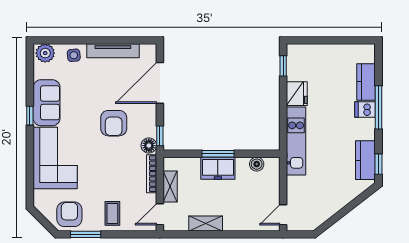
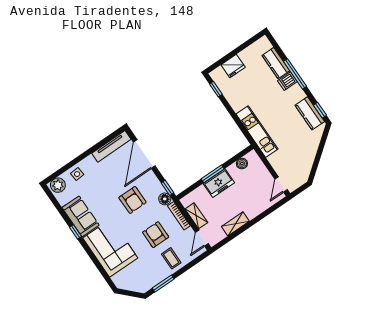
tv unit: (113, 51) -> (111, 146), moved
fridge: (297, 94) -> (233, 66), moved, turned 90
armchair: (69, 214) -> (156, 235), moved

